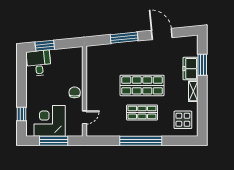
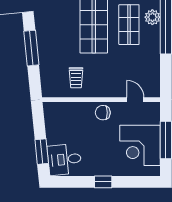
trolley: (101, 72) -> (76, 78), added
window: (22, 114) -> (103, 182), moved
plant: (148, 130) -> (152, 17), added

